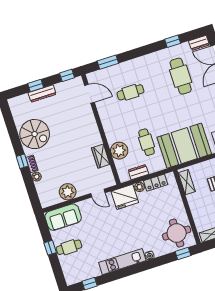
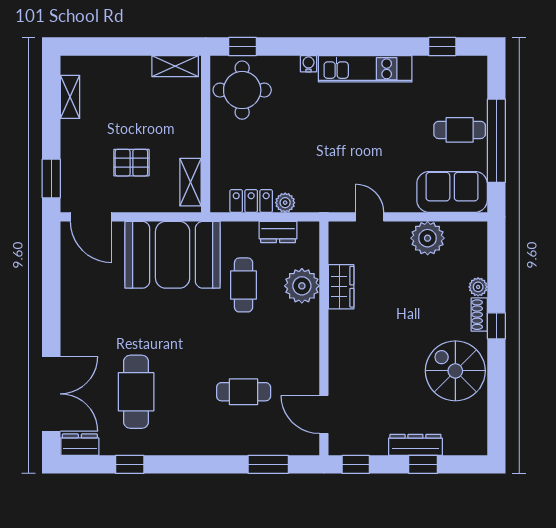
fridge: (125, 197) -> (320, 193), removed
window: (50, 248) -> (496, 141), width x3.17

